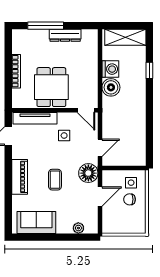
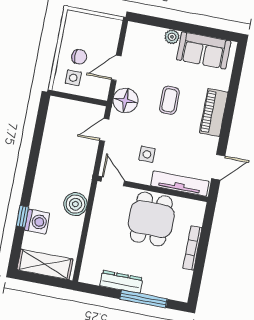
washing machine: (110, 69) -> (37, 222), moved, turned 180
plant: (78, 228) -> (172, 37), moved

